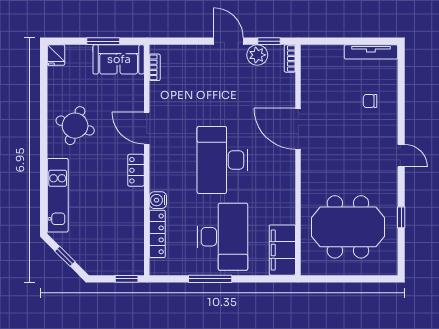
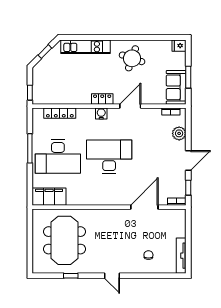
plant: (257, 55) -> (179, 133), moved
door: (298, 129) -> (144, 207), moved
door: (401, 156) -> (112, 276), hinge flipped
water cooler: (158, 200) -> (101, 114), moved

